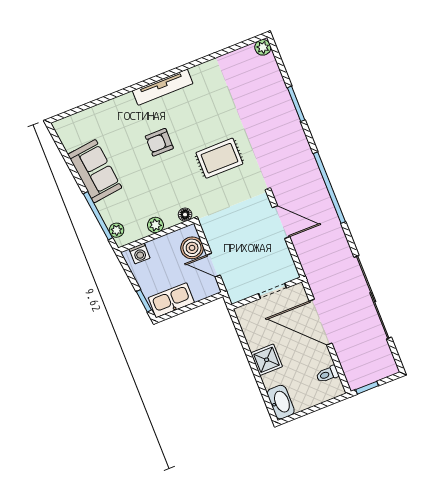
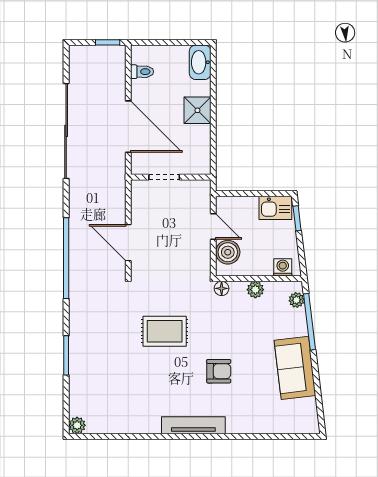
kitchen sink: (171, 300) -> (275, 208), width x0.73

